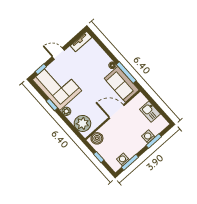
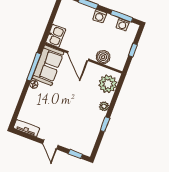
corner sofa: (57, 85) -> (83, 129), removed
kitchen sink: (150, 112) -> (56, 36), moved
washing machine: (148, 137) -> (100, 16), moved
boiler: (97, 138) -> (103, 57), moved

